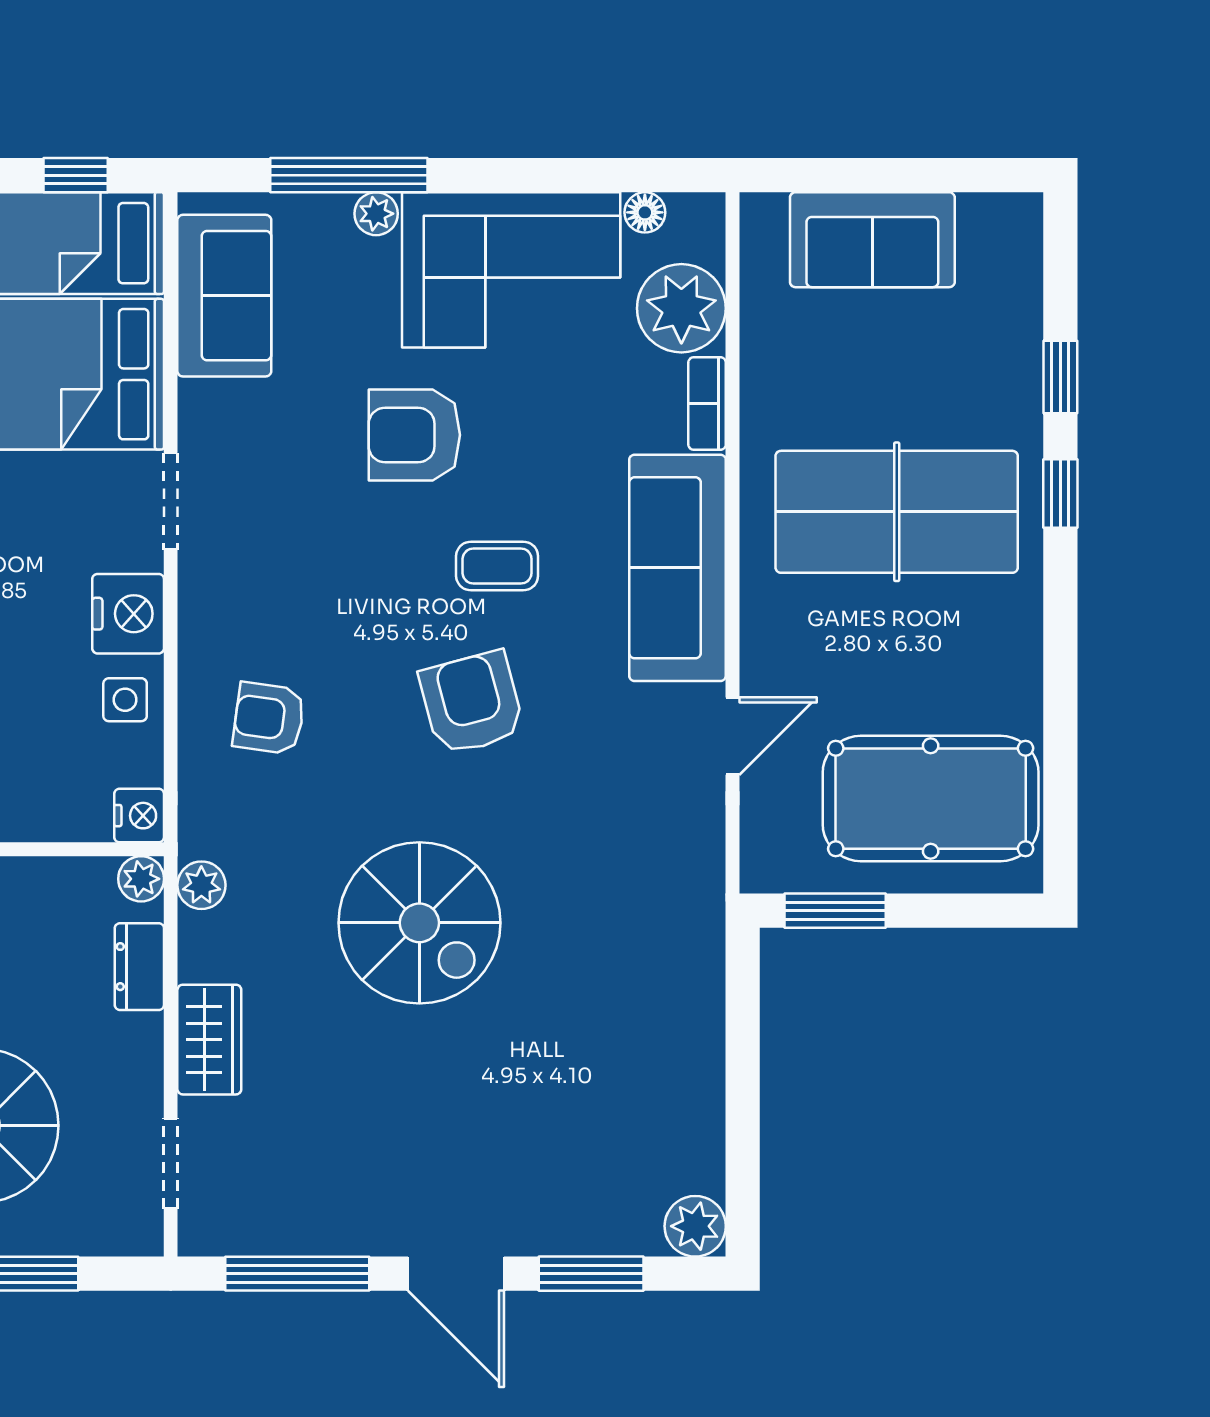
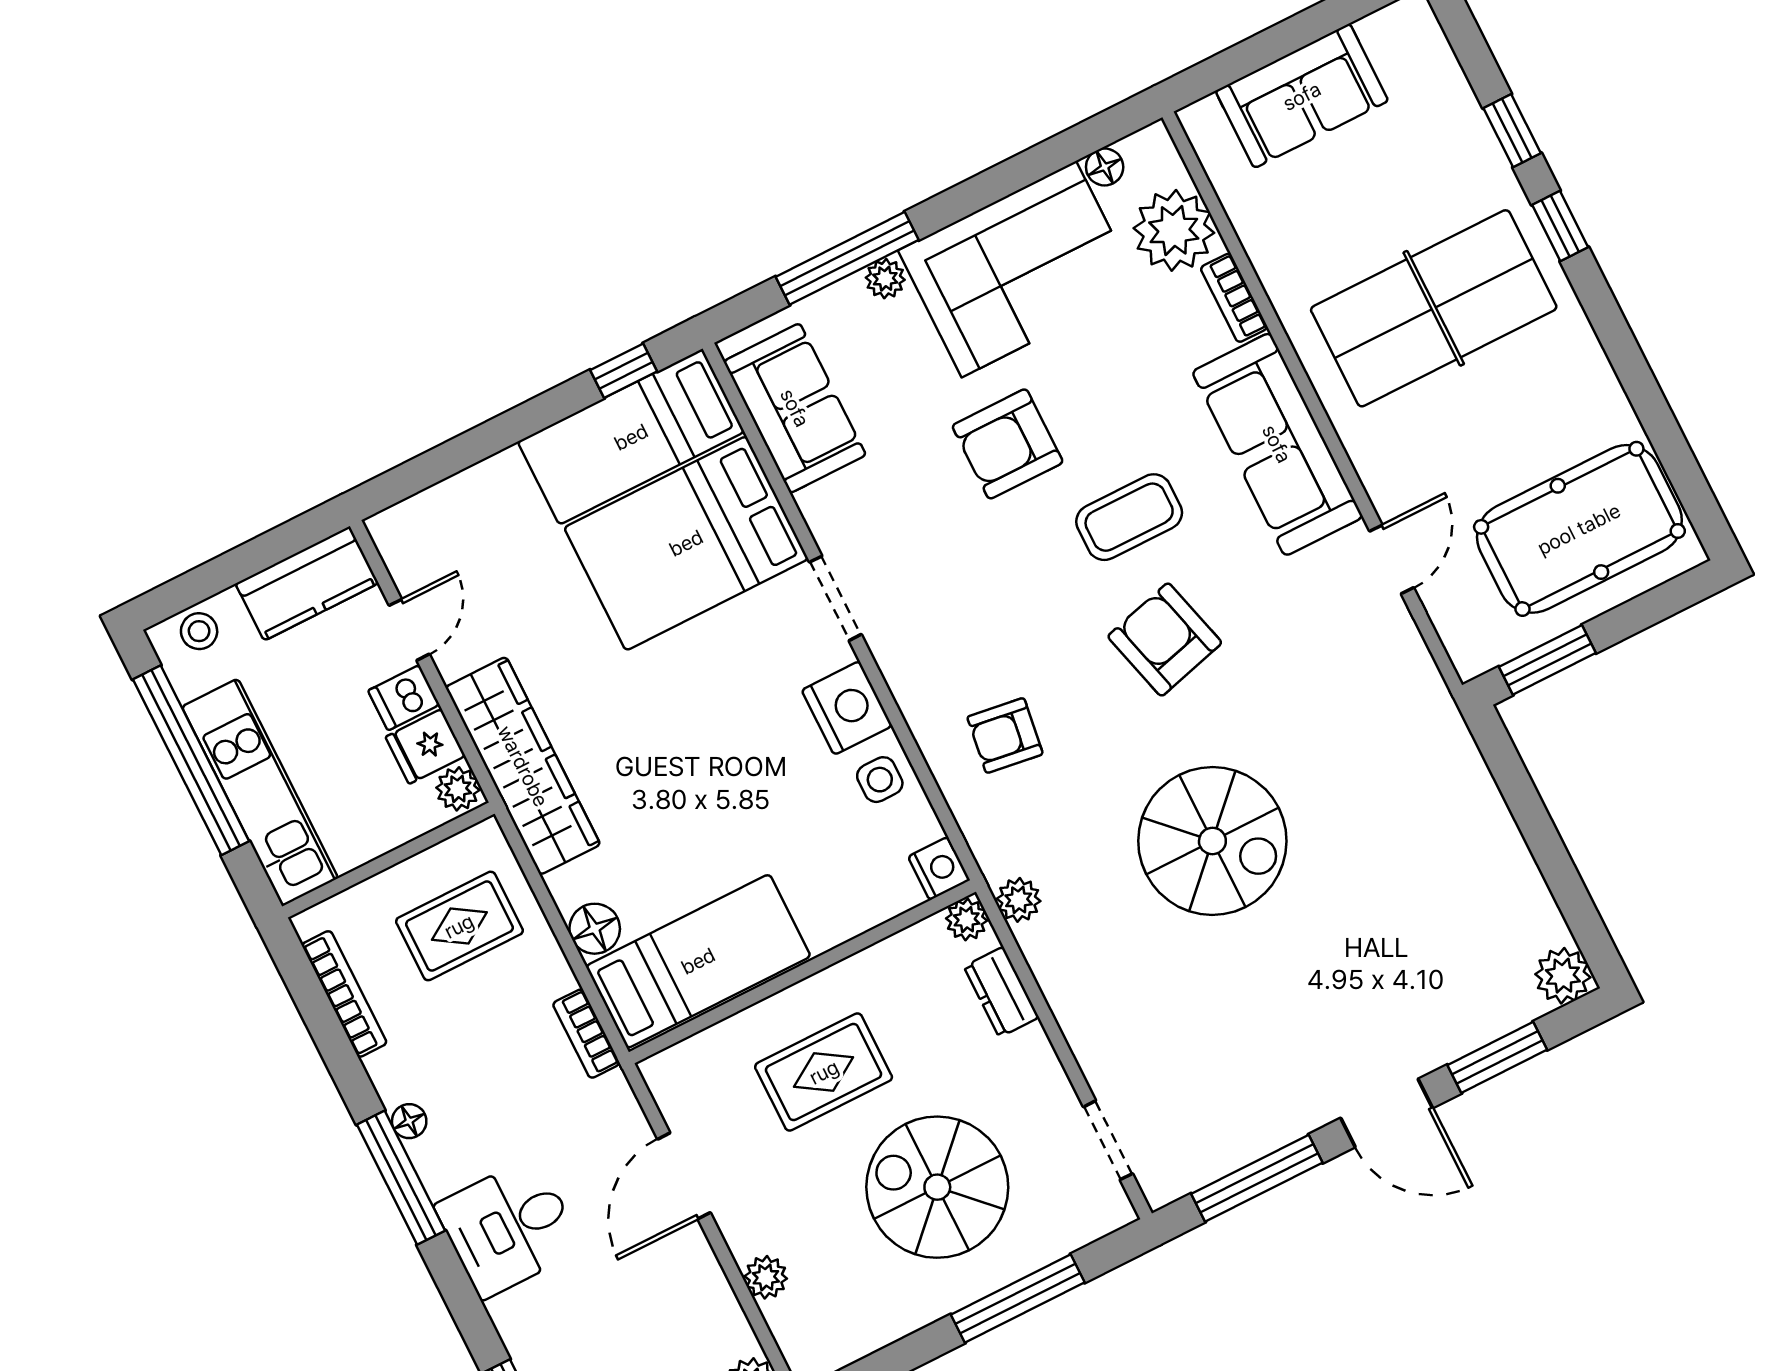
coffee table: (497, 566) -> (1129, 517), width x1.36, depth x1.30
wardrobe: (209, 1040) -> (1089, 1023), removed

